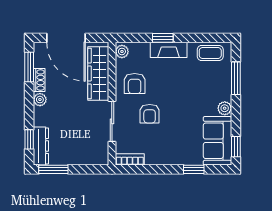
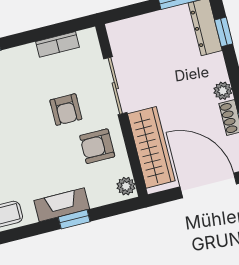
armchair: (135, 84) -> (97, 146), turned -90
armchair: (150, 114) -> (66, 110), turned 180
bookcase: (130, 159) -> (57, 44), moved

